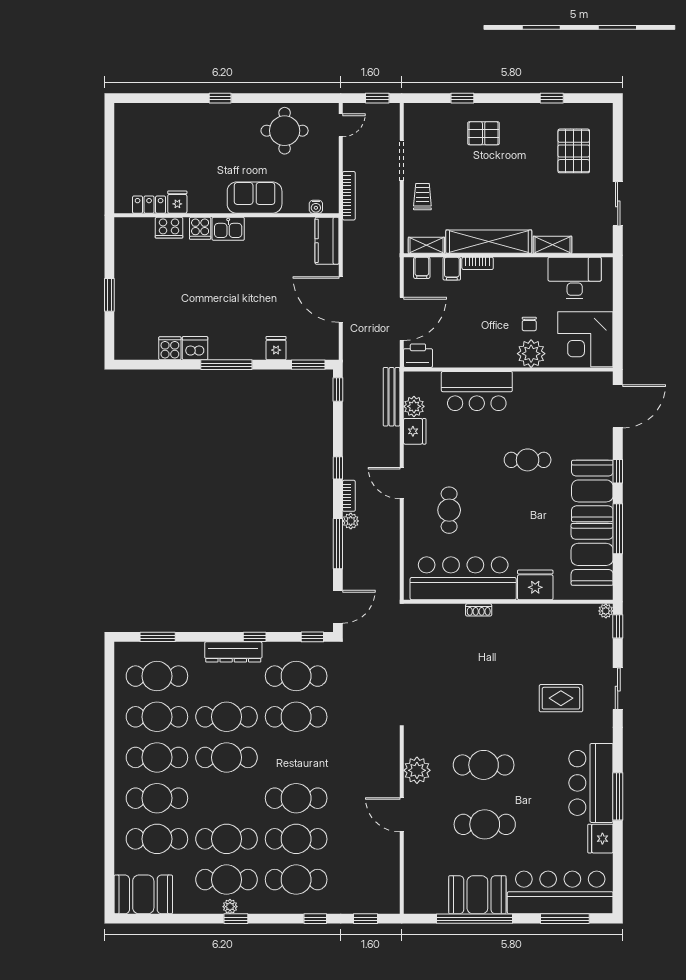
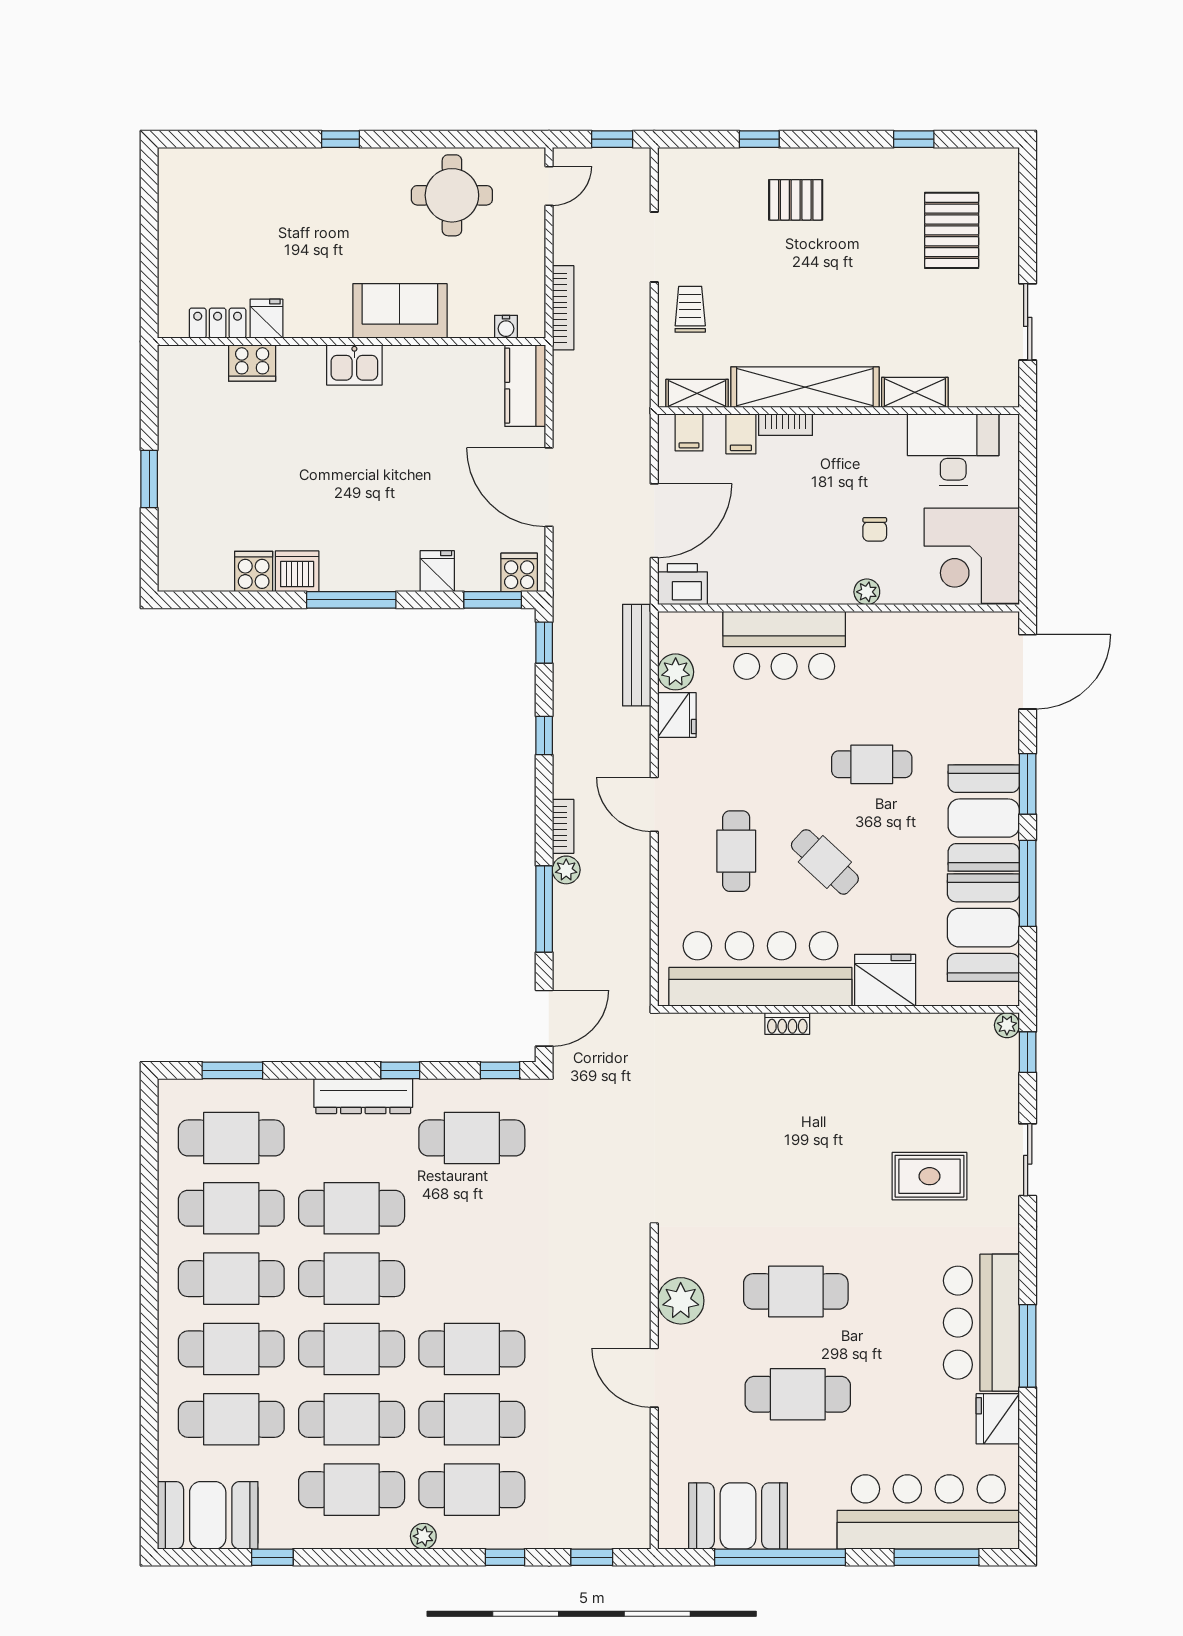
cooker: (200, 228) -> (519, 572), moved, turned 180
plant: (531, 354) -> (867, 592), width x0.53, depth x0.53
window: (338, 468) -> (544, 735), moved
window: (618, 471) -> (1028, 784), width x1.50
cafe table: (500, 516) -> (825, 862), added
cafe table: (296, 717) -> (352, 1349), moved
booth: (477, 895) -> (738, 1516), moved
plant: (230, 907) -> (423, 1536), moved
window: (236, 919) -> (272, 1557), moved

